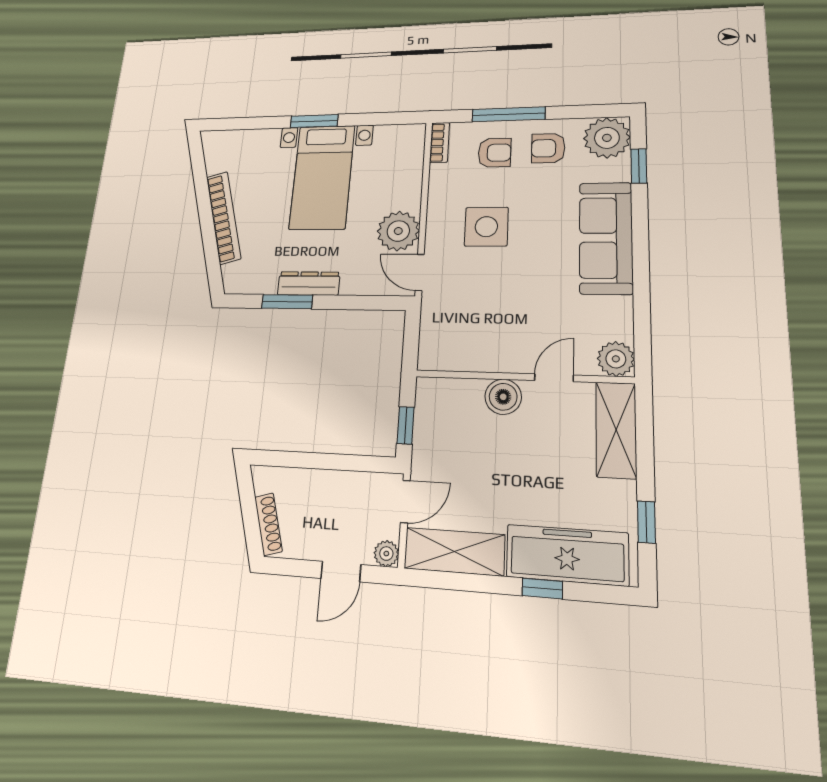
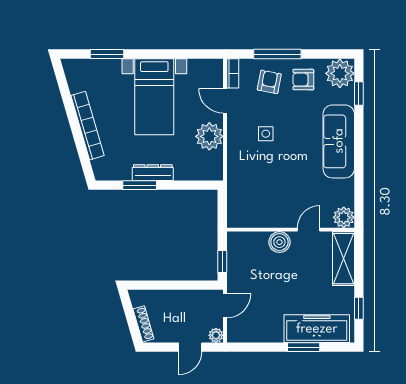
window: (314, 121) -> (107, 54), moved
armchair: (495, 153) -> (269, 82), turned -79
side table: (486, 227) -> (266, 134), width x0.54, depth x0.54
door: (420, 272) -> (225, 101), moved
shelving: (454, 552) -> (255, 331), removed
window: (542, 588) -> (304, 347), width x1.50

